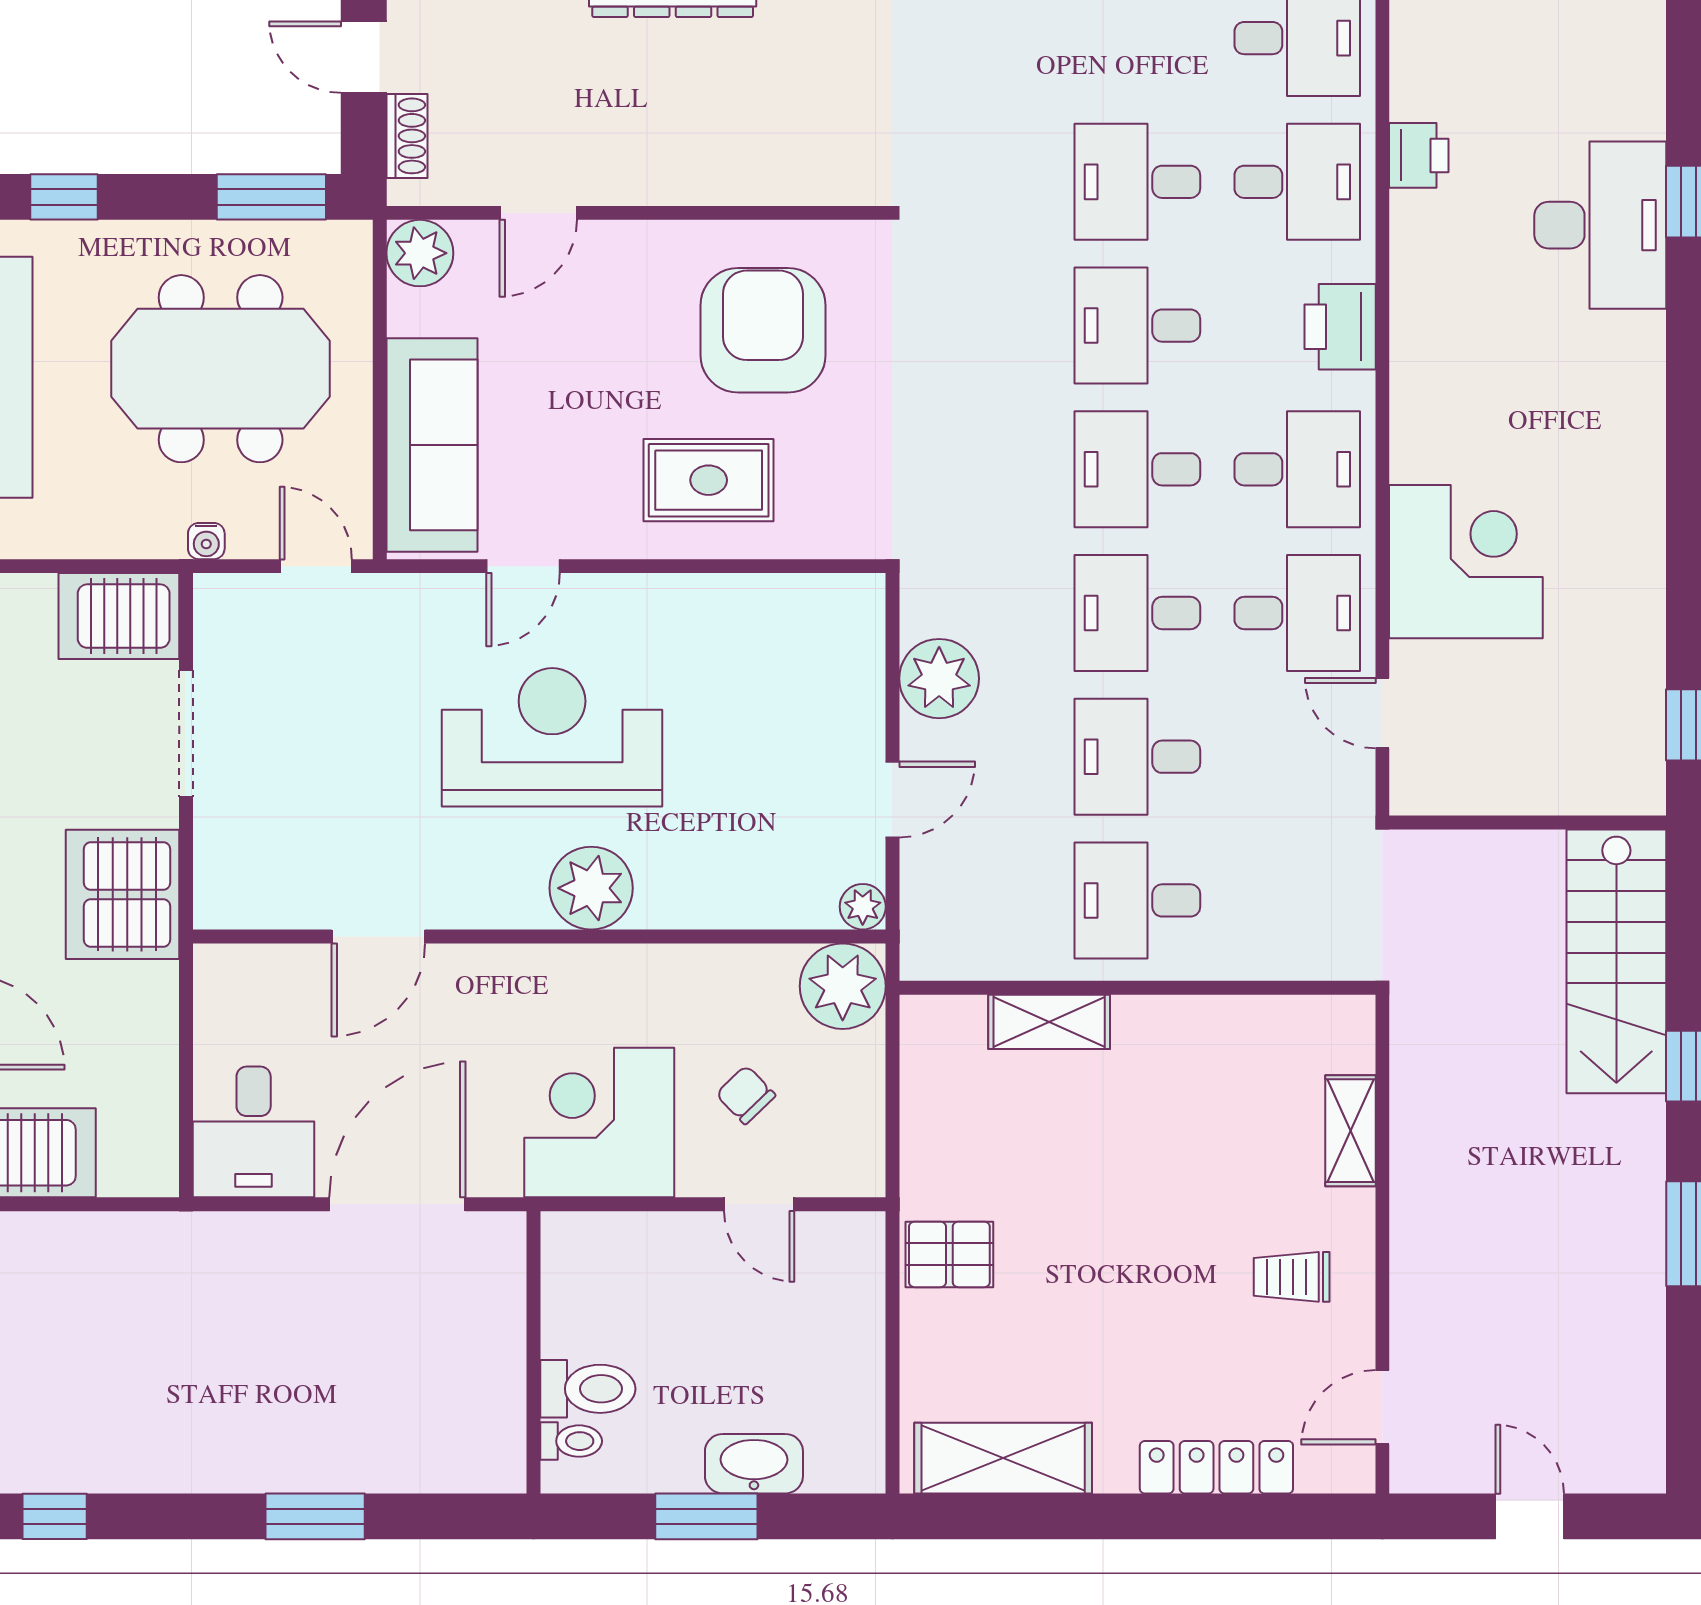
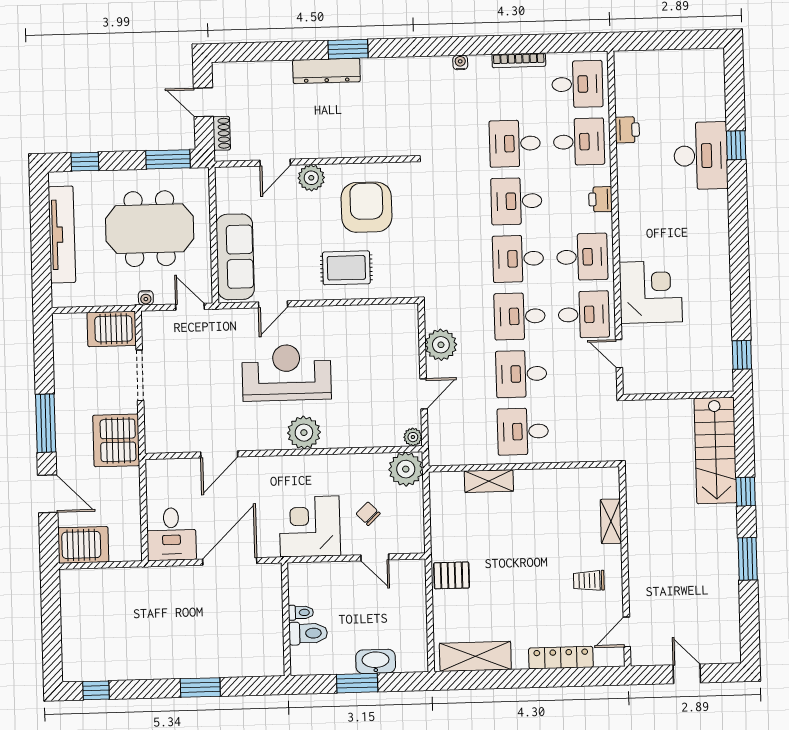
plant: (420, 253) -> (311, 178), moved
printer: (1340, 327) -> (600, 199), width x0.73, depth x0.81
toilet: (571, 1441) -> (301, 613), moved

